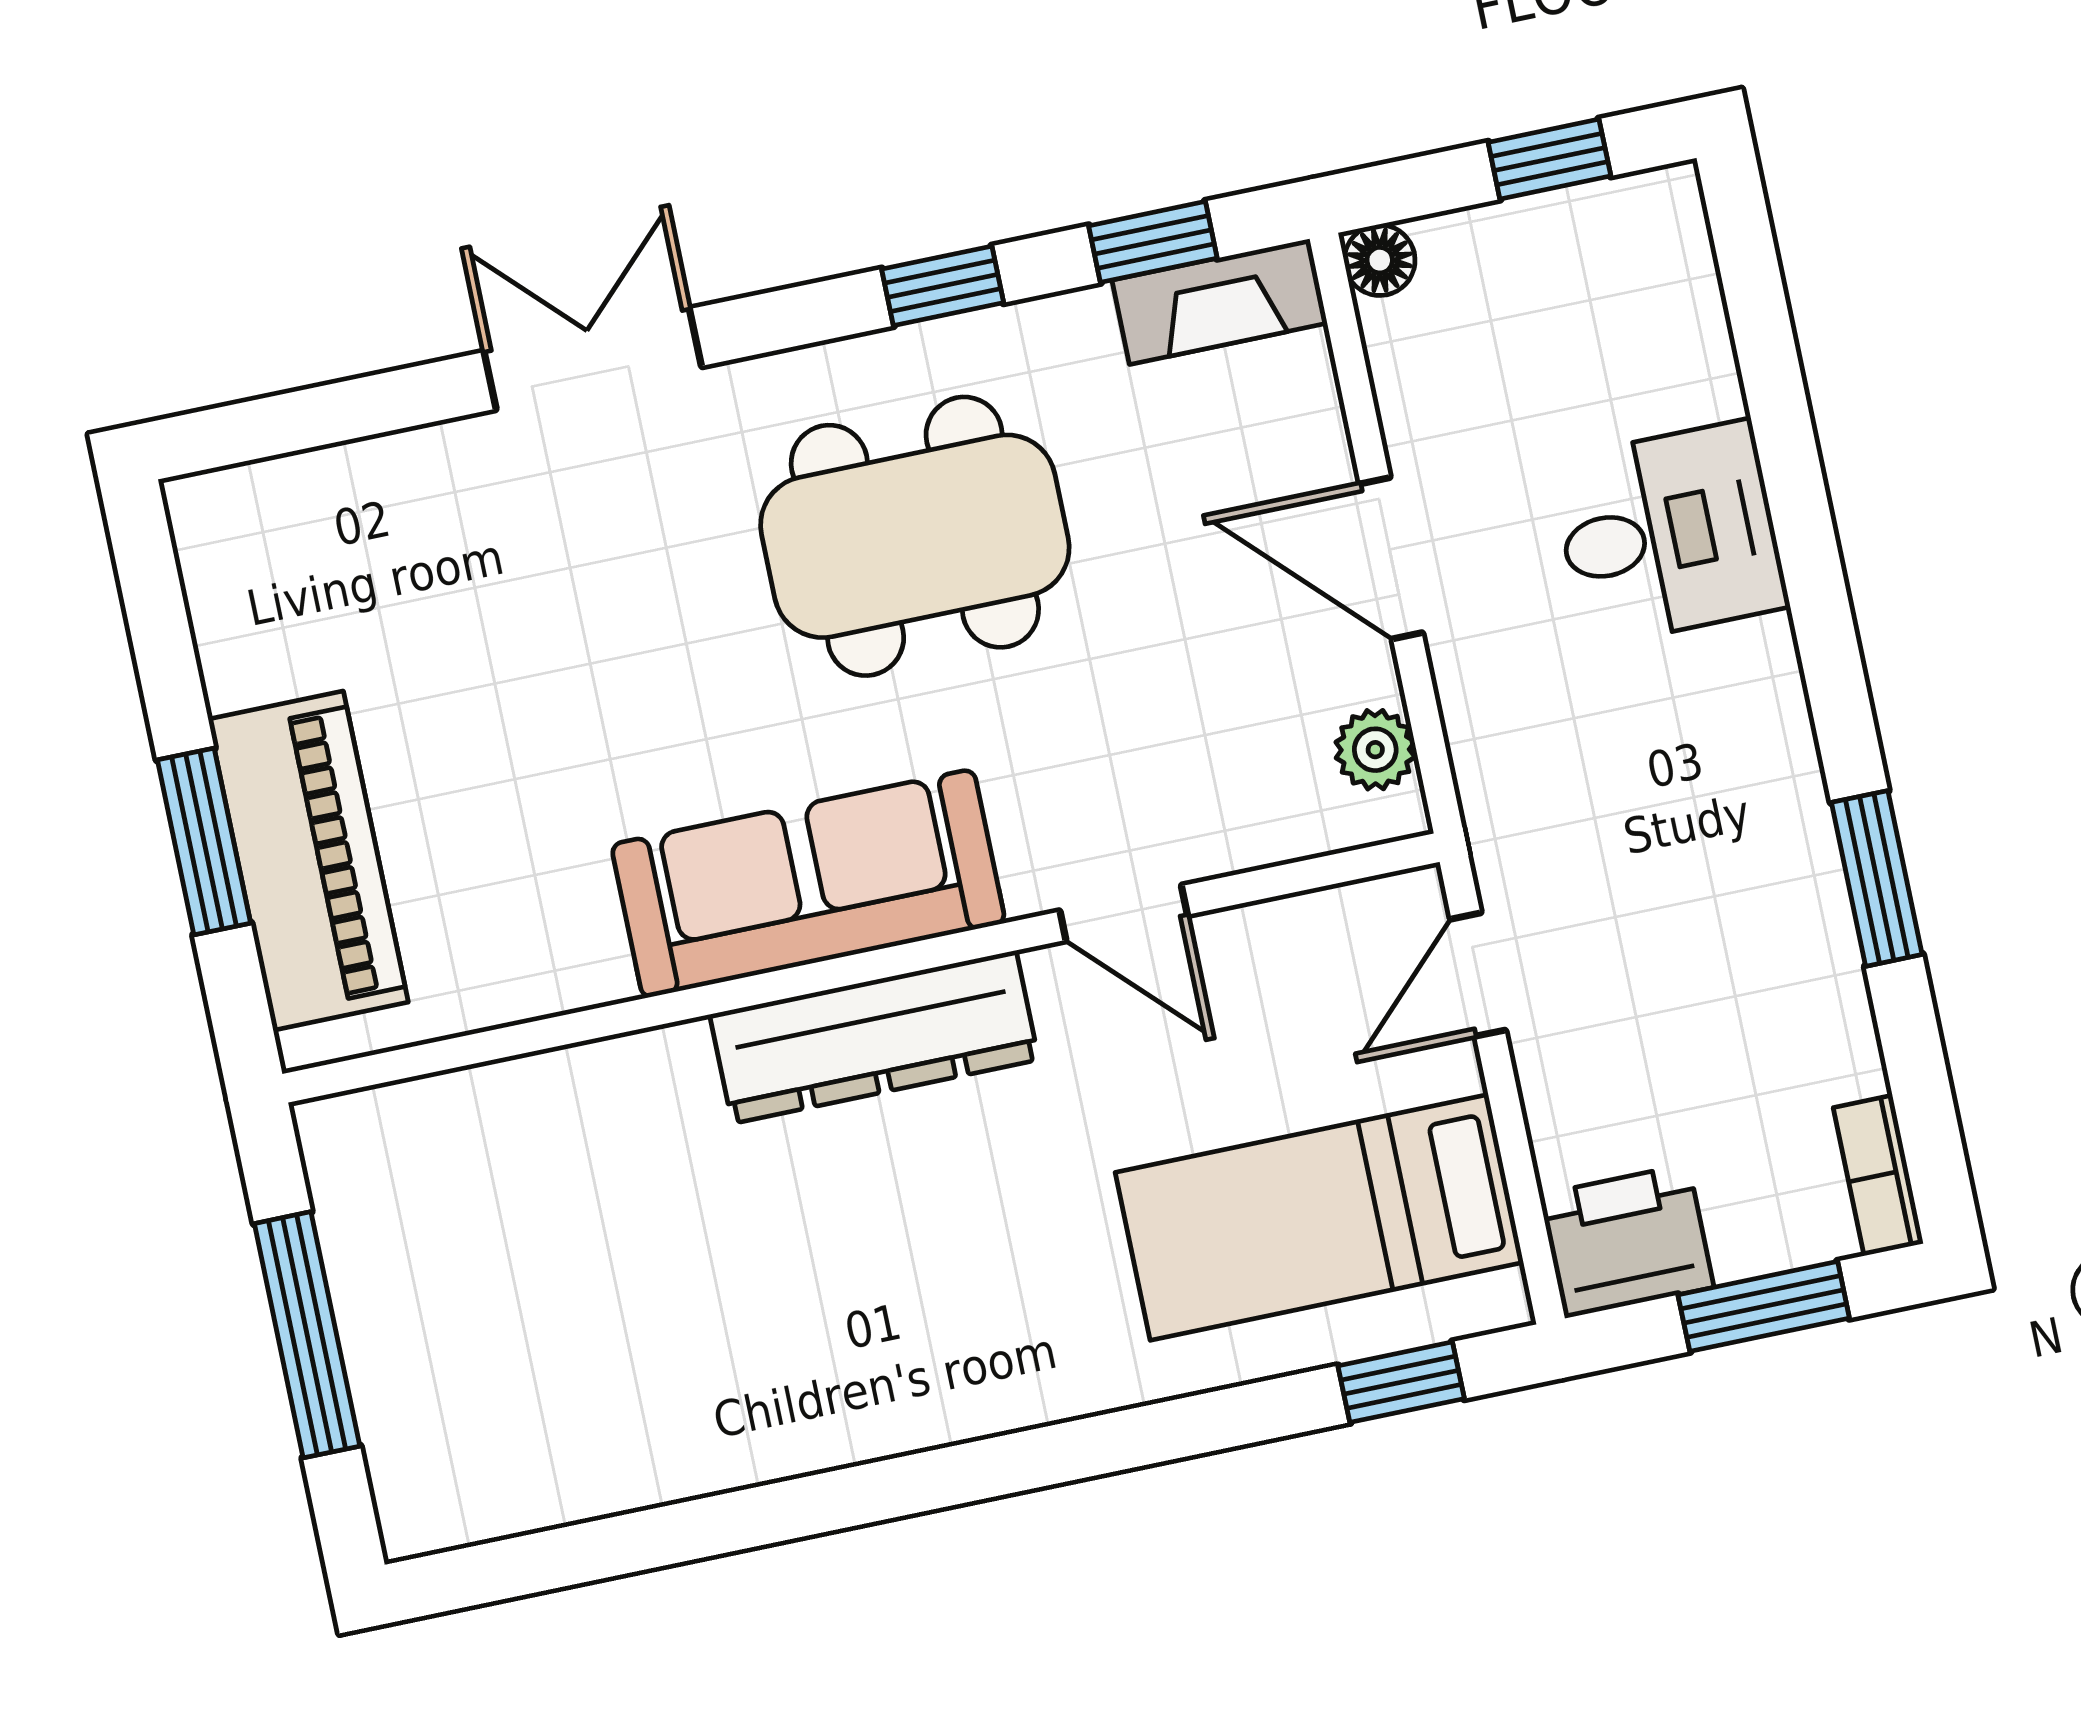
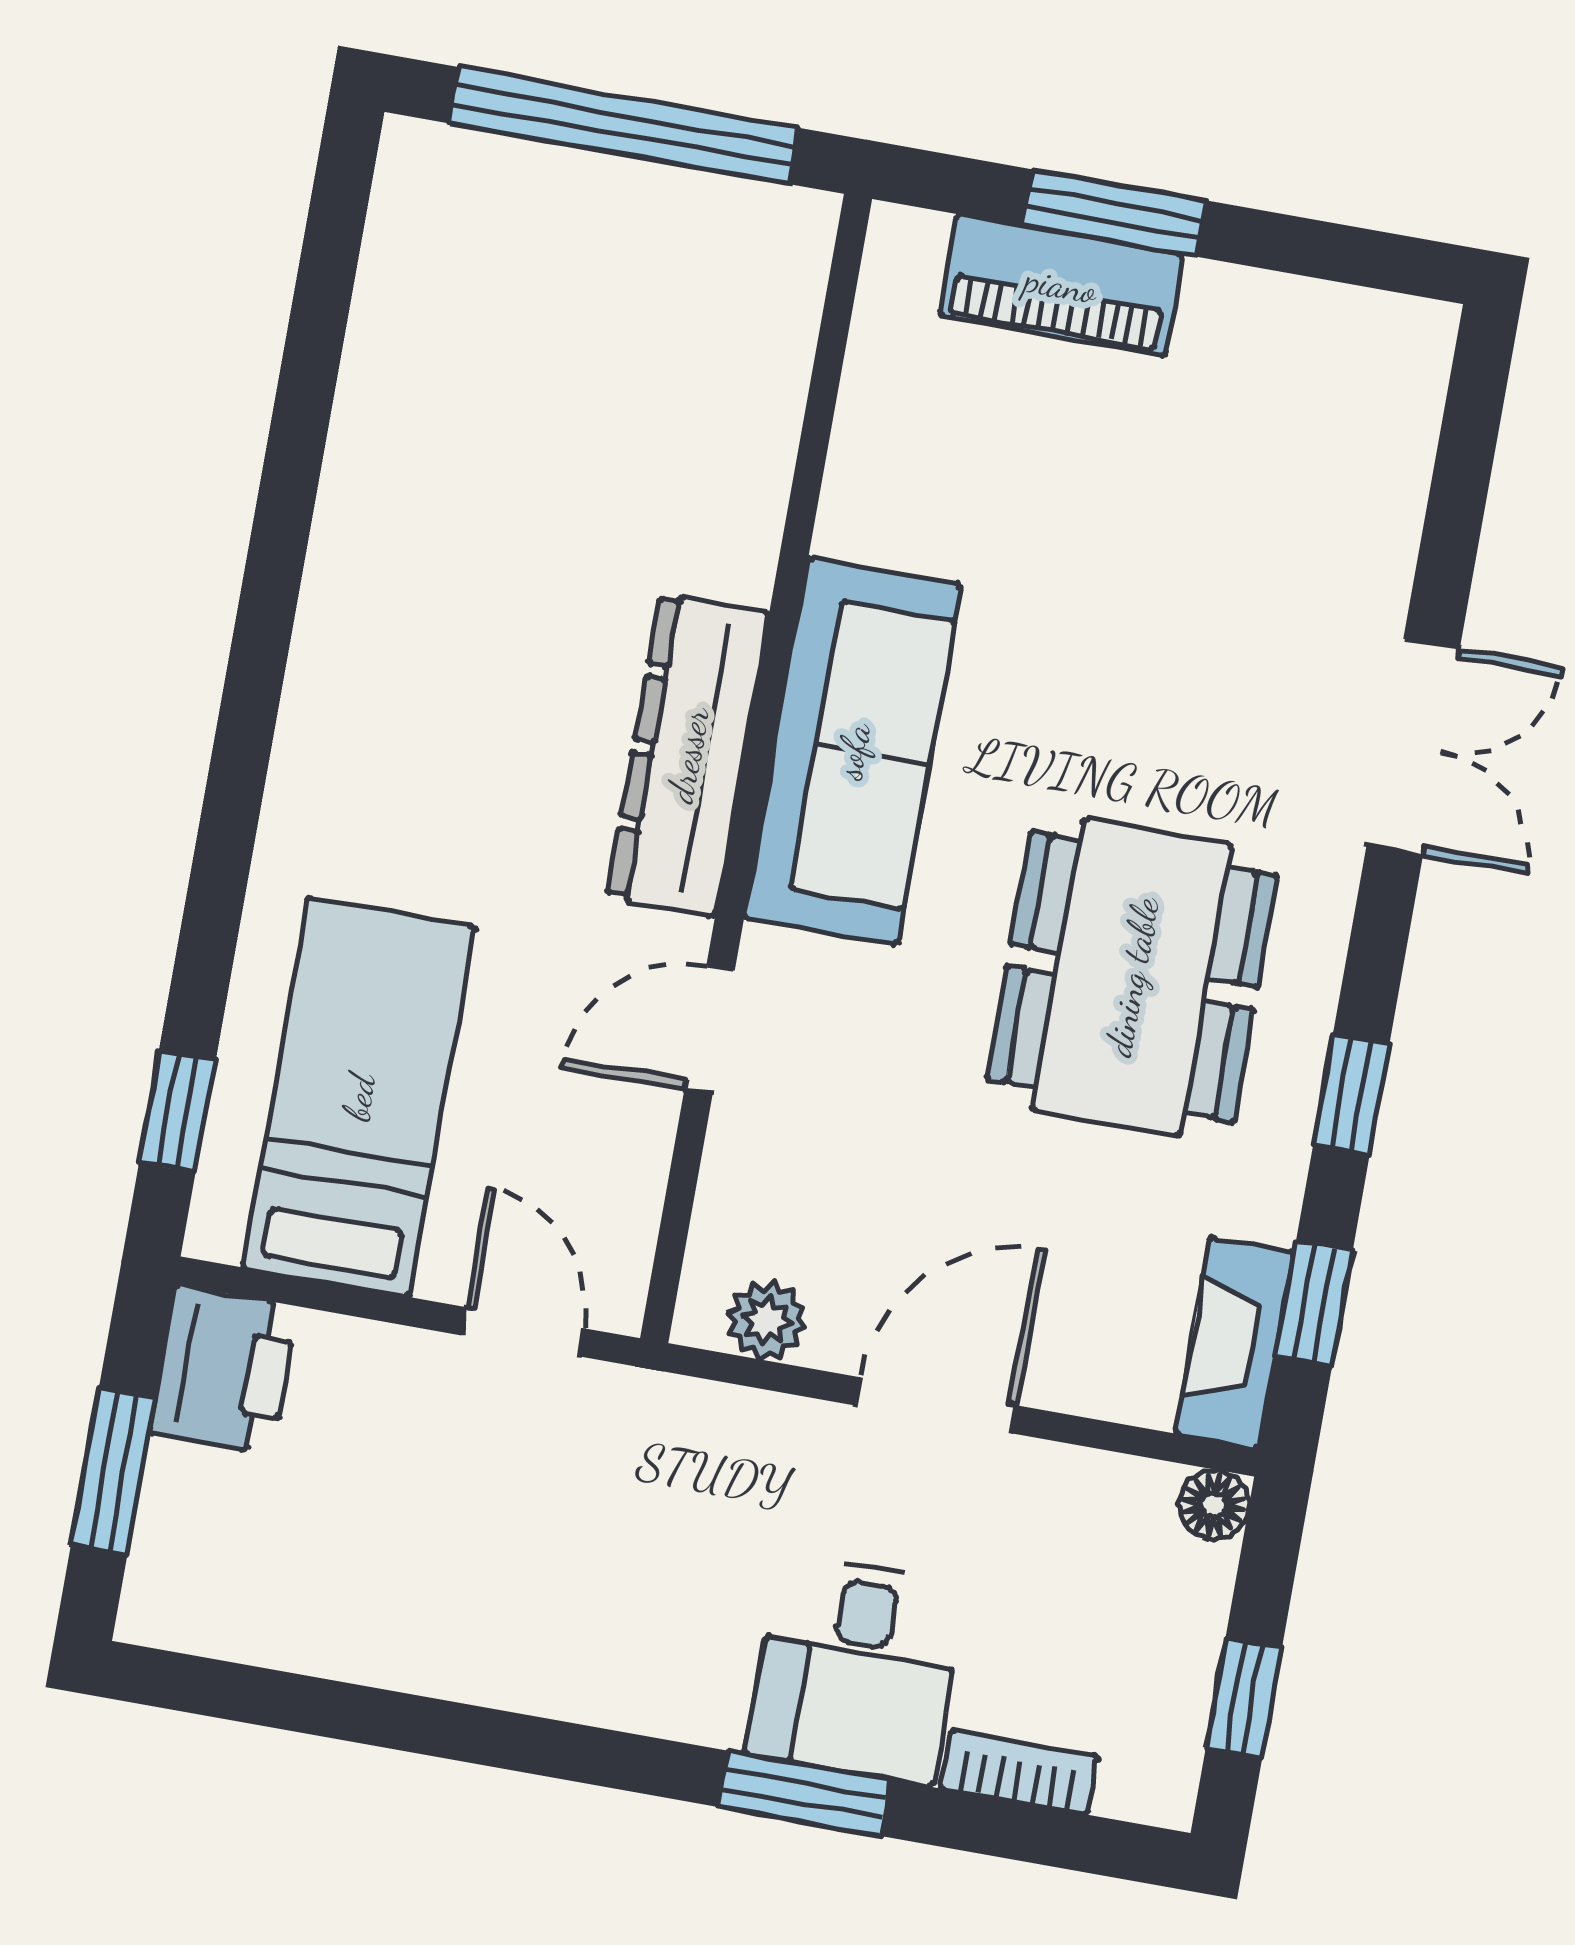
piano: (308, 861) -> (1061, 285), width x0.73, depth x0.75
window: (1877, 878) -> (804, 1793), moved
bookcase: (1878, 1176) -> (1019, 1772), moved
window: (307, 1335) -> (624, 126), width x1.46

